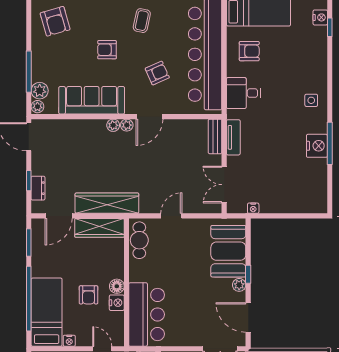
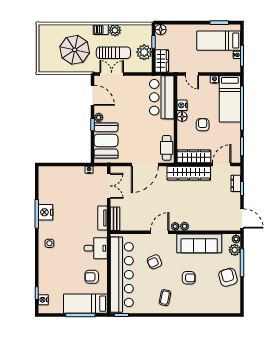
armchair: (55, 21) -> (228, 277), moved
door: (171, 216) -> (145, 164), width x1.88
armchair: (89, 295) -> (203, 125), moved

